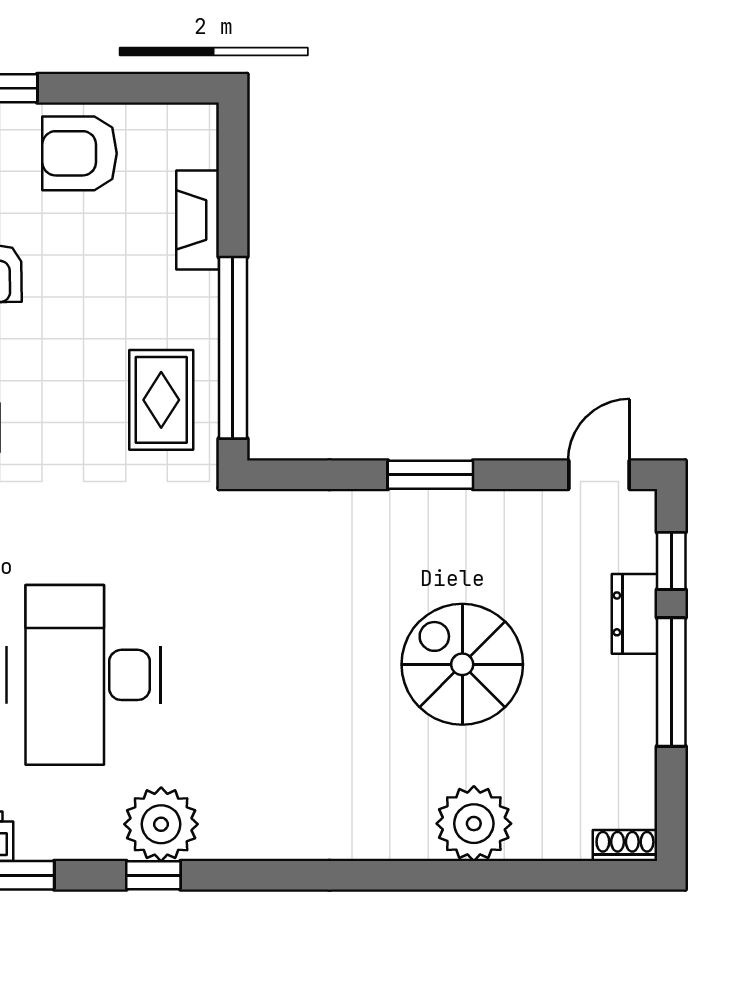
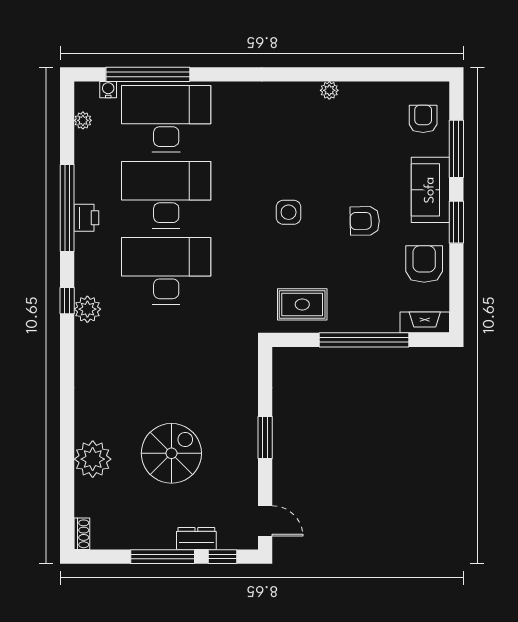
fireplace: (198, 220) -> (425, 322), moved
window: (233, 348) -> (364, 340), moved
plant: (161, 824) -> (87, 309), width x0.73, depth x0.73

